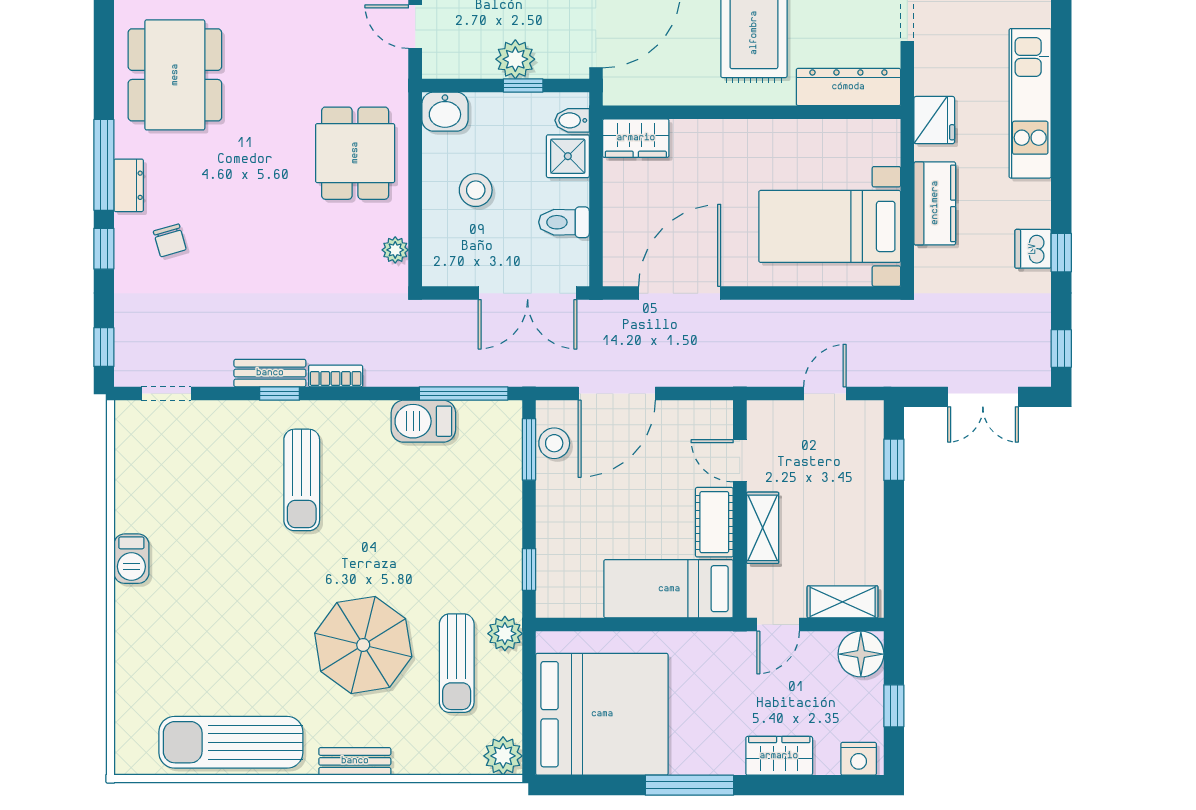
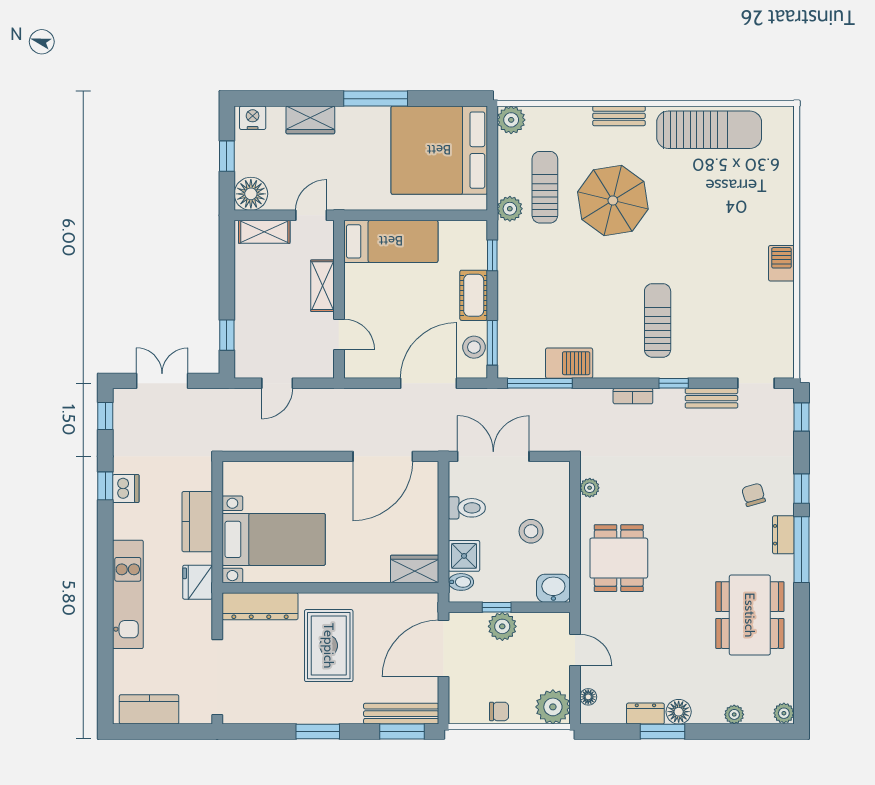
bed with nightstands: (830, 226) -> (274, 539), moved
bench: (270, 373) -> (711, 398), moved
cot: (714, 522) -> (474, 295), moved

